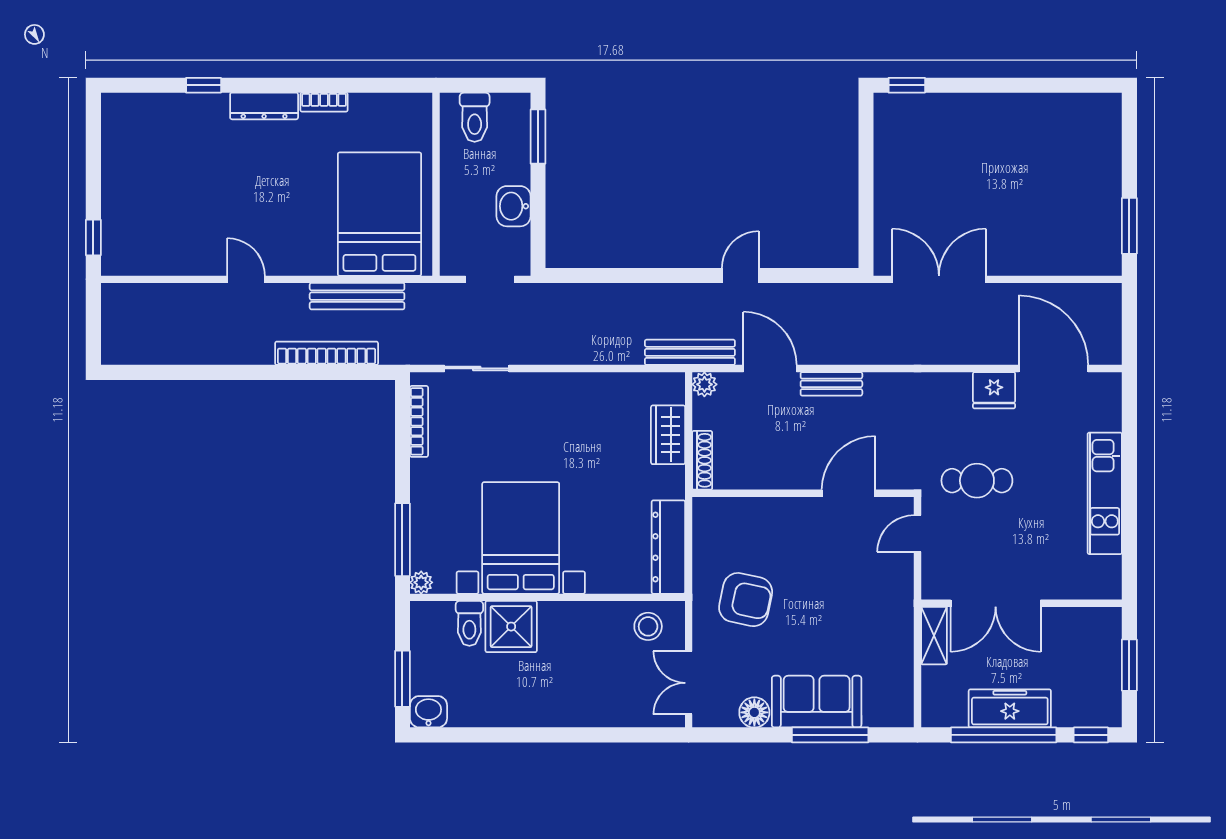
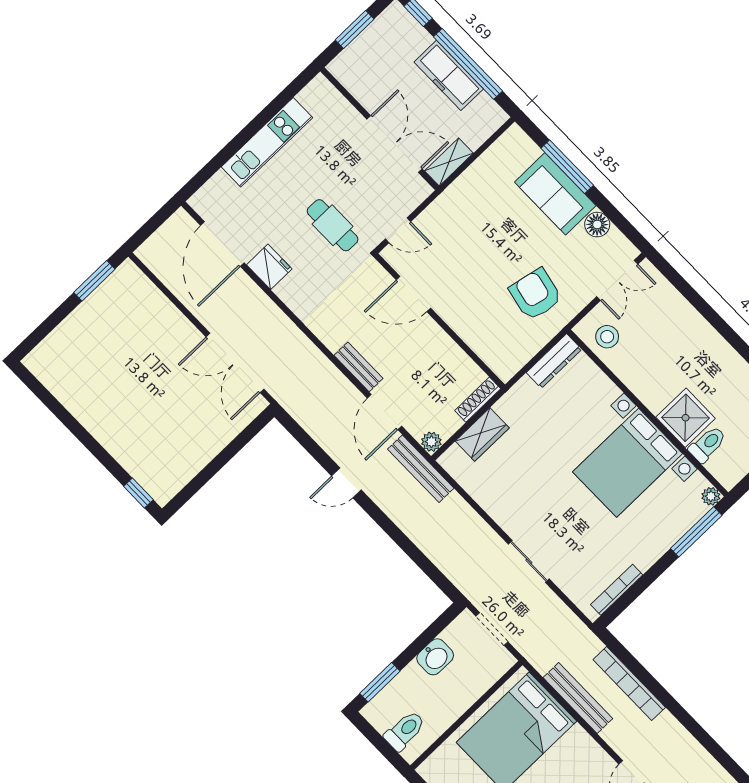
sliding door: (477, 368) -> (529, 561), moved
dresser: (668, 547) -> (554, 361), width x0.73, depth x0.80

